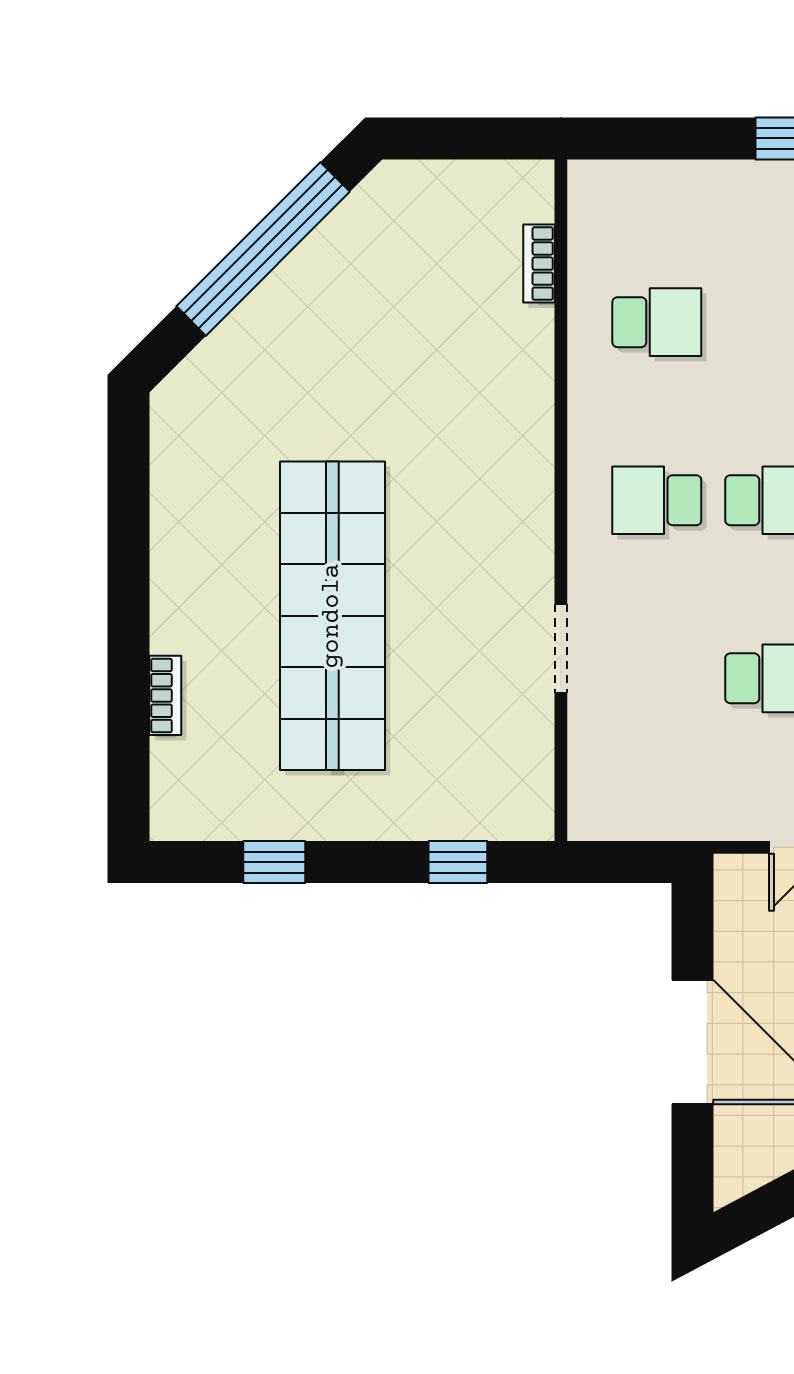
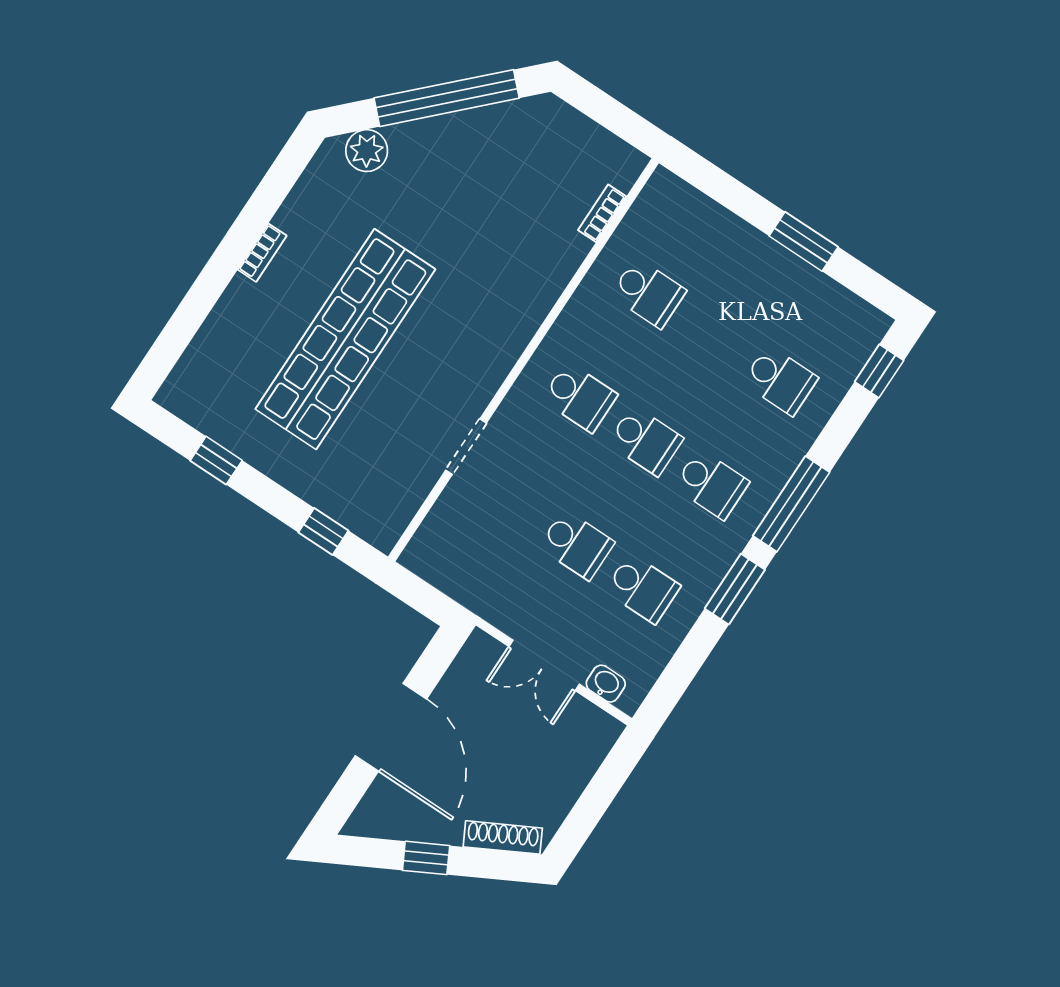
plant: (209, 375) -> (367, 151), added
school desk: (657, 500) -> (579, 397), turned 180
bookcase: (165, 695) -> (262, 253), moved

